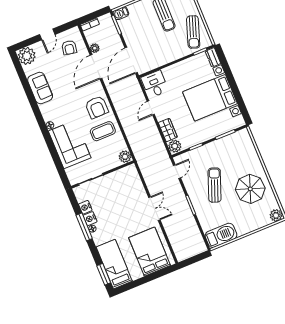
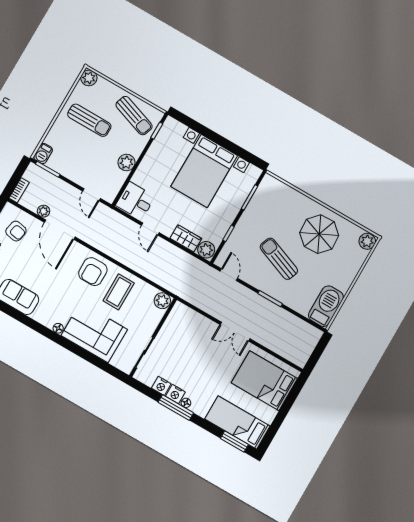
plant: (167, 57) -> (126, 163), added
dresser: (213, 57) -> (175, 126), removed
door: (131, 60) -> (92, 195), width x0.53
armchair: (97, 107) -> (93, 272), turned 90
double door: (154, 209) -> (235, 332), swing flipped

